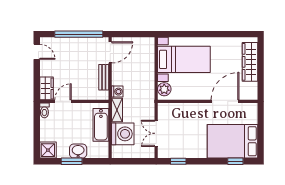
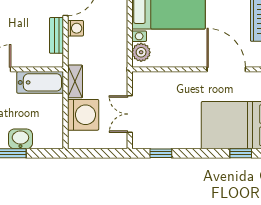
washing machine: (117, 92) -> (75, 28), moved
door: (225, 101) -> (226, 69), hinge flipped
bathtub: (101, 125) -> (40, 82), moved, turned -90

